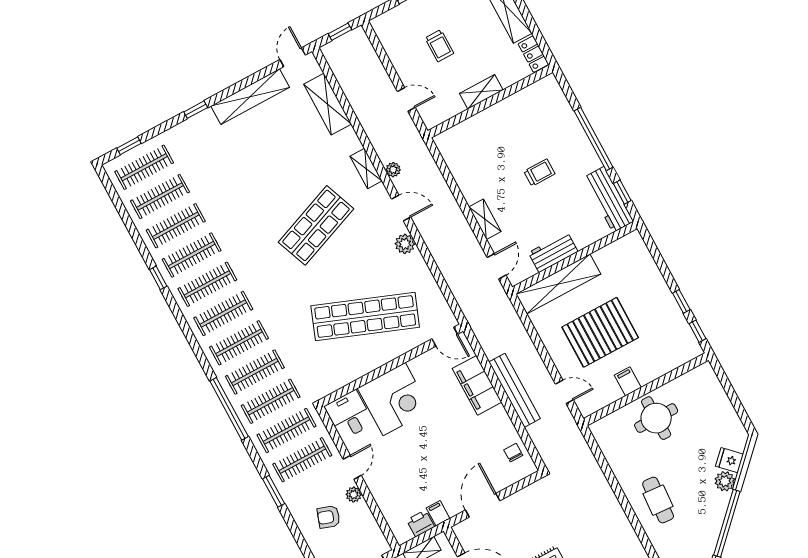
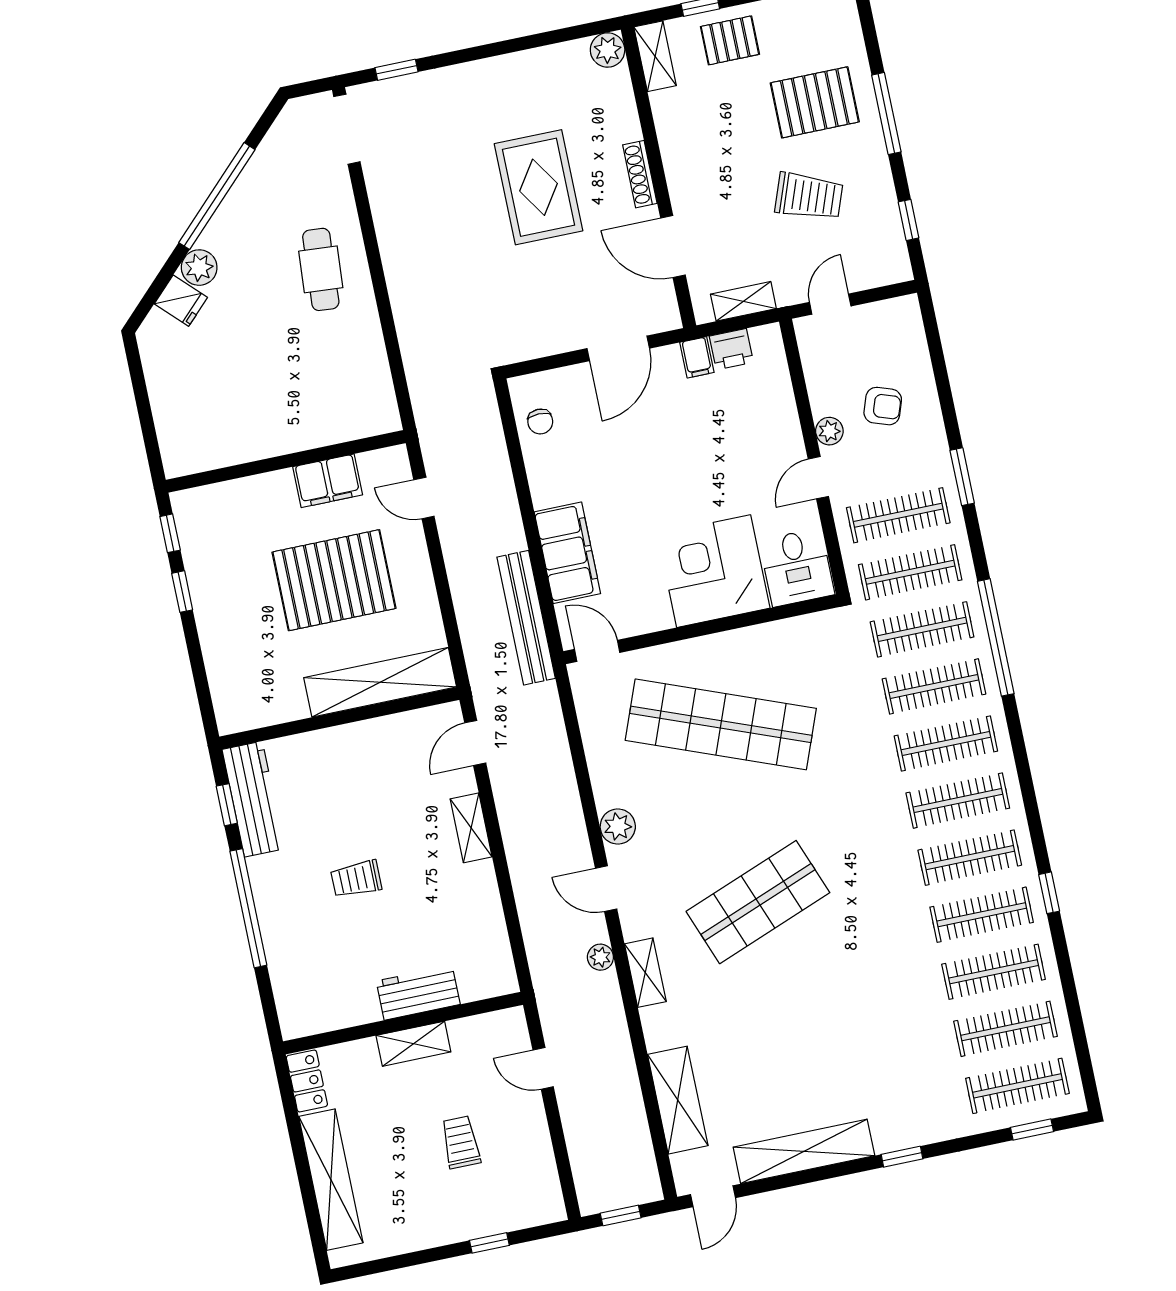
workbench: (553, 252) -> (418, 993), moved, turned 180
filing cabinet: (628, 381) -> (328, 481), width x2.00
bench: (515, 390) -> (526, 618), moved
round table: (656, 418) -> (283, 408), removed

